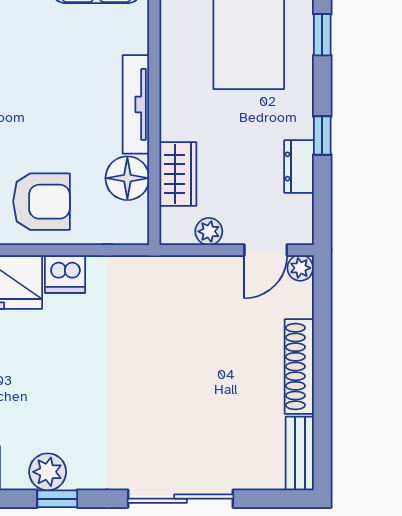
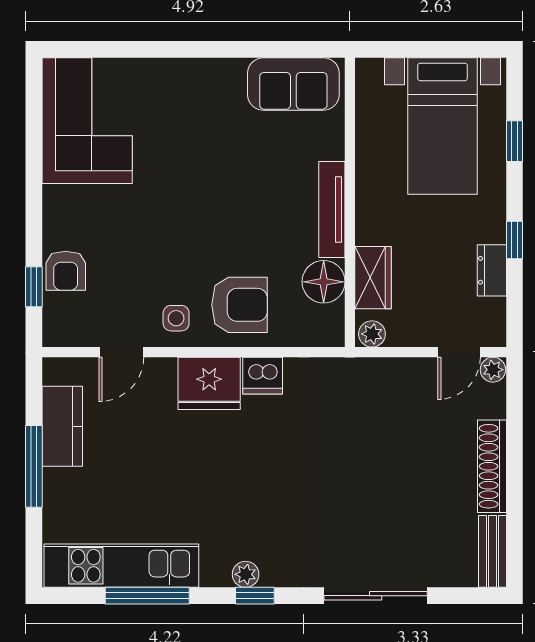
plant: (209, 231) -> (372, 334), moved
plant: (48, 472) -> (246, 574), width x0.73, depth x0.73

